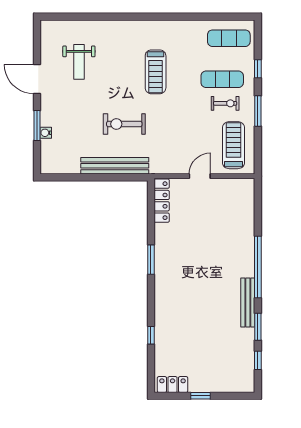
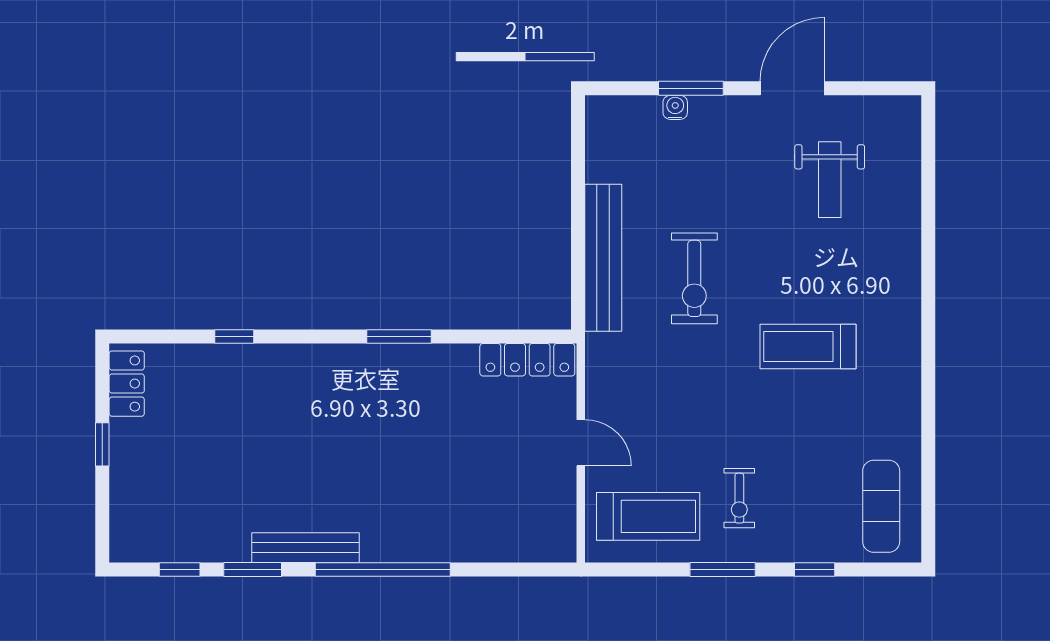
weight bench: (79, 62) -> (830, 180), turned -90
exercise mat: (222, 79) -> (792, 492), removed
exercise bike: (124, 124) -> (694, 278), turned 180

